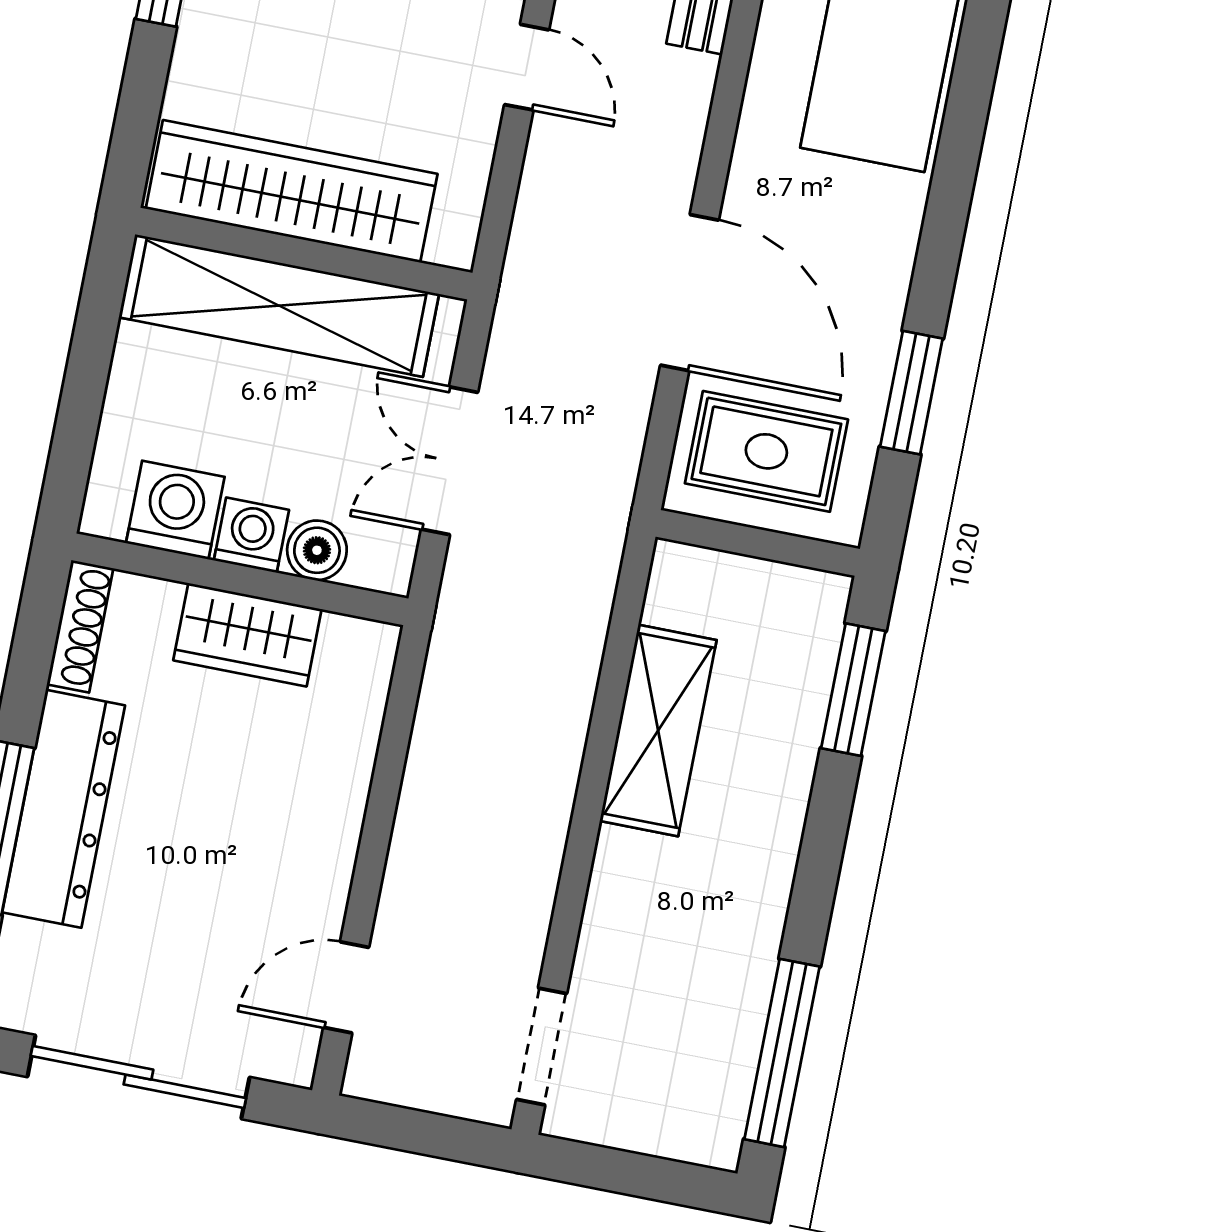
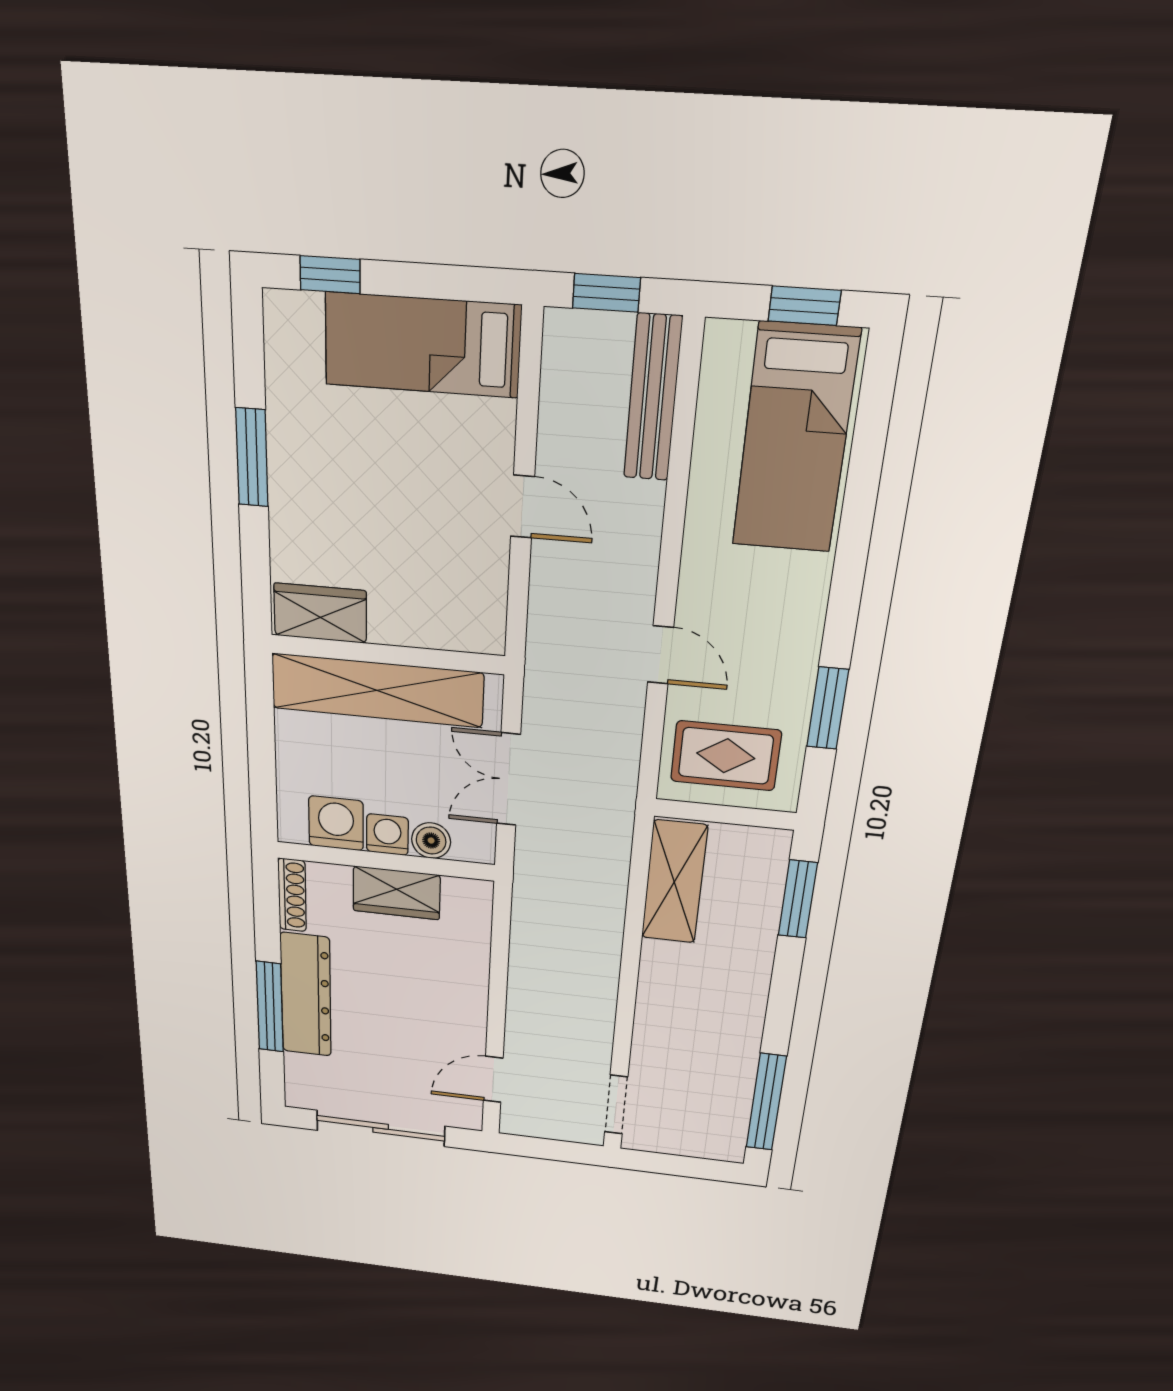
wardrobe: (292, 191) -> (320, 613), width x0.48, depth x0.85
door: (690, 293) -> (661, 655), width x0.53
shelving: (658, 730) -> (674, 882), moved

